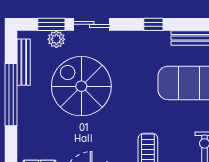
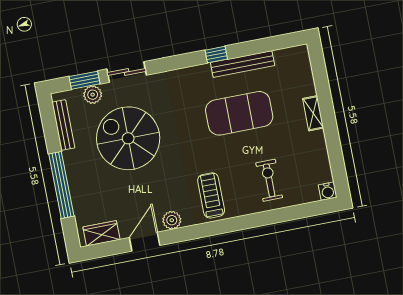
window: (153, 24) -> (216, 55), moved
window: (11, 95) -> (61, 185), moved

